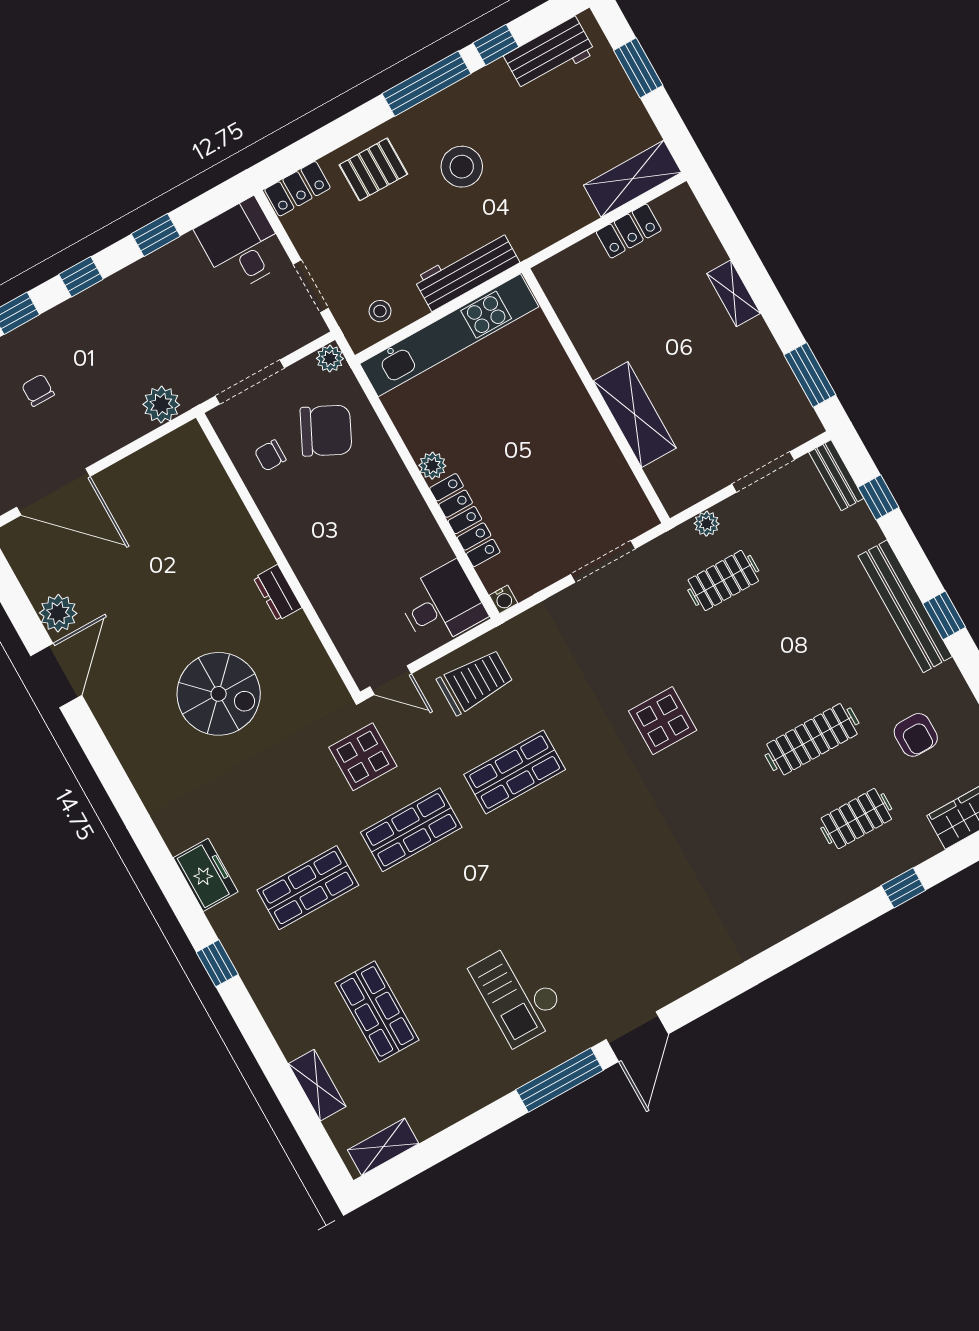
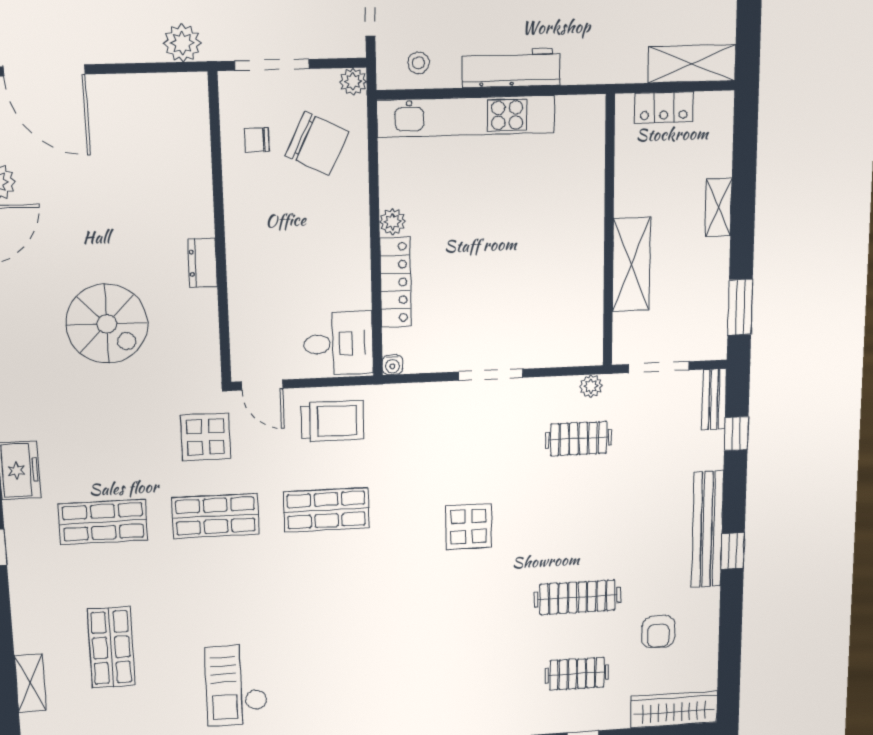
wall: (596, 396) -> (609, 232), moved
shelving: (635, 415) -> (631, 264), moved

